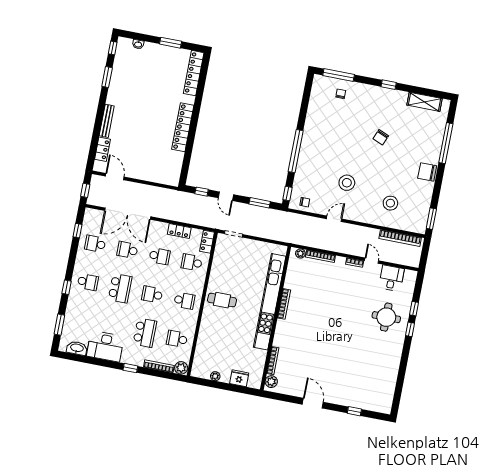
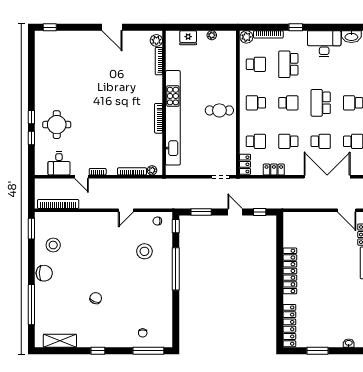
stool: (347, 183) -> (144, 251), moved
stool: (390, 203) -> (53, 245), moved
window: (354, 411) -> (50, 27), moved

